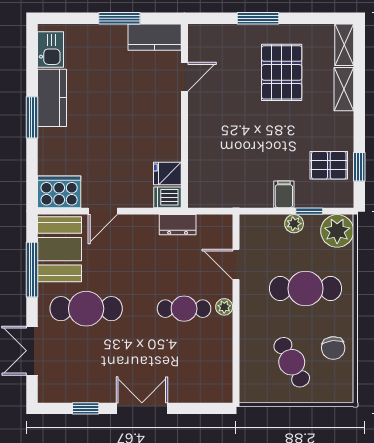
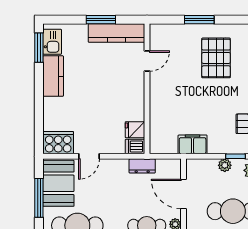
kitchen counter: (155, 37) -> (116, 33), width x1.50
window: (32, 117) -> (39, 48), moved
filing cabinet: (284, 194) -> (193, 144), moved, width x2.00
door: (236, 264) -> (184, 194), width x1.38

